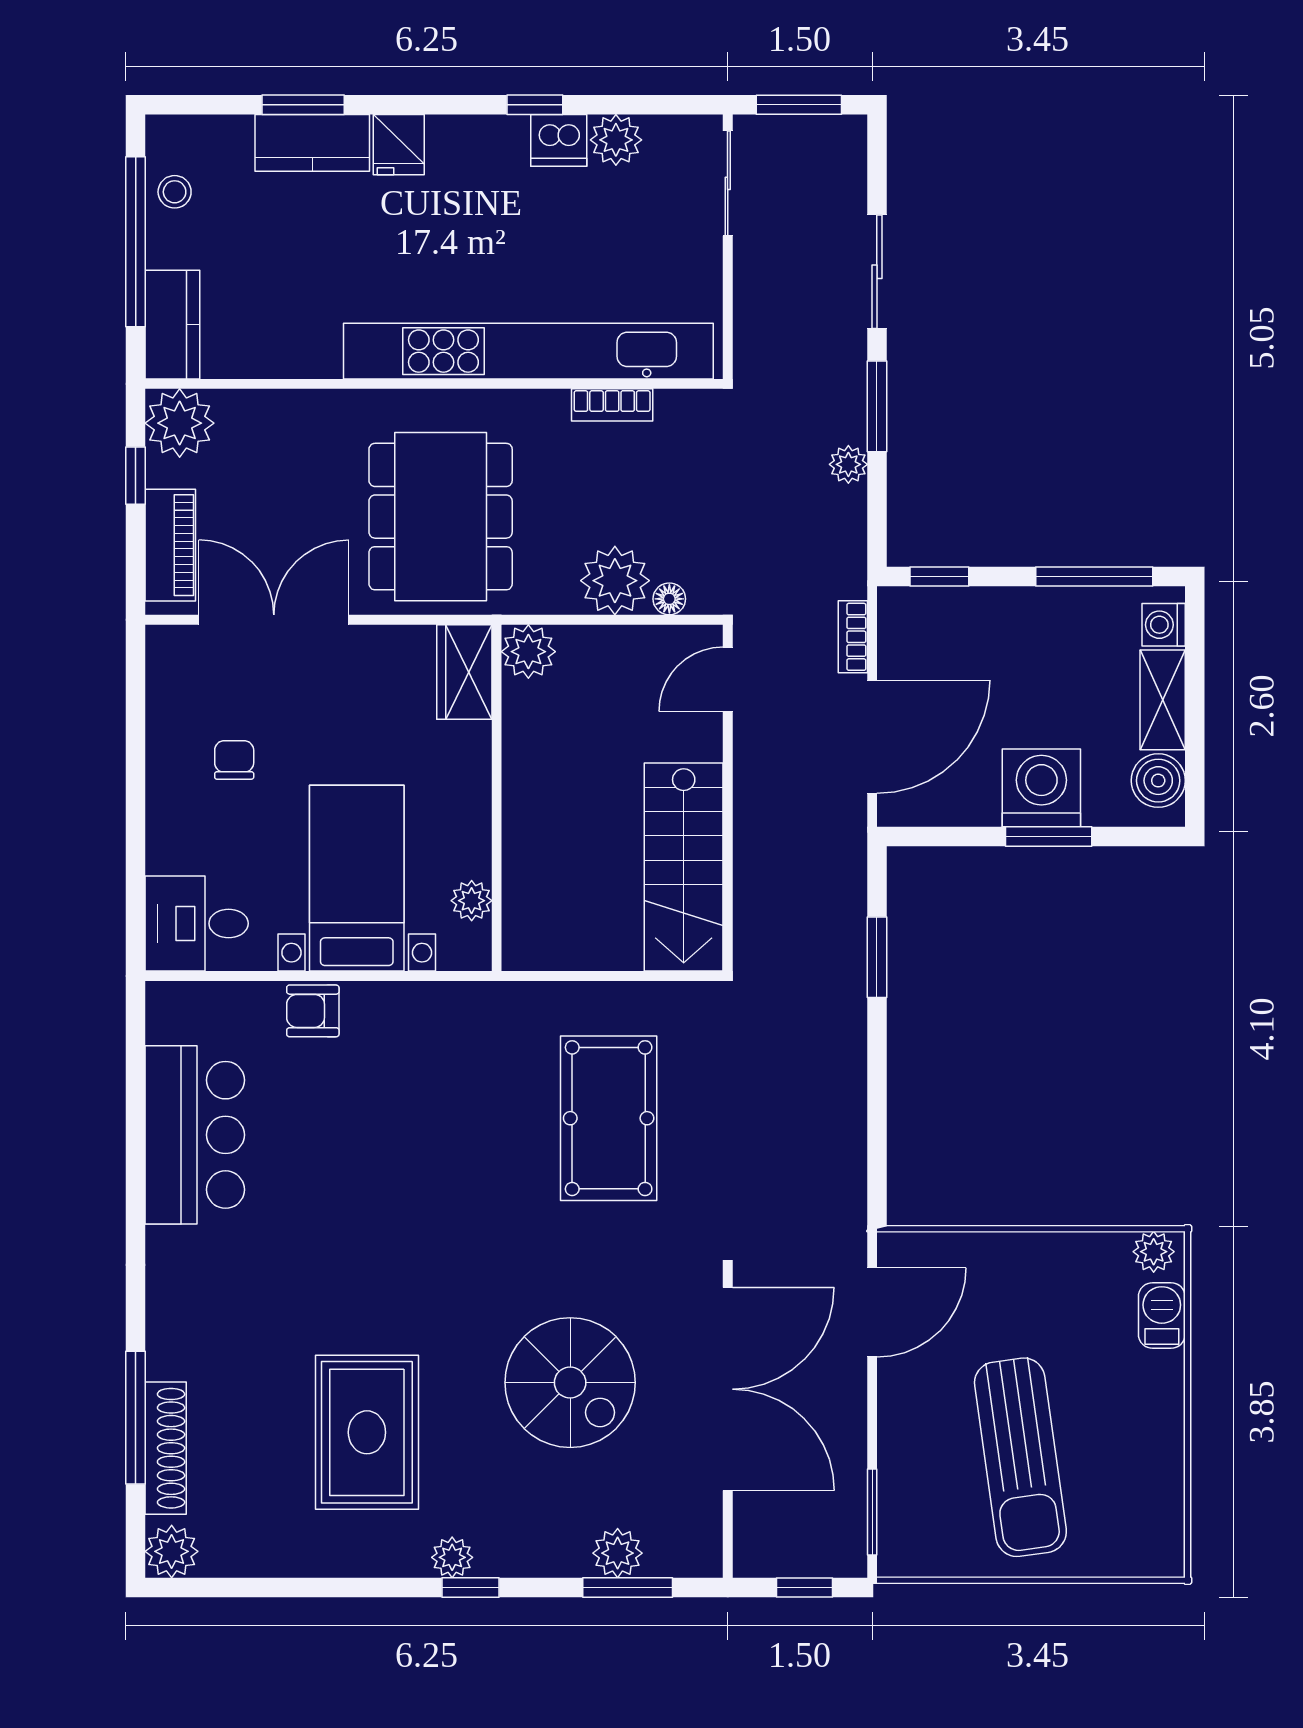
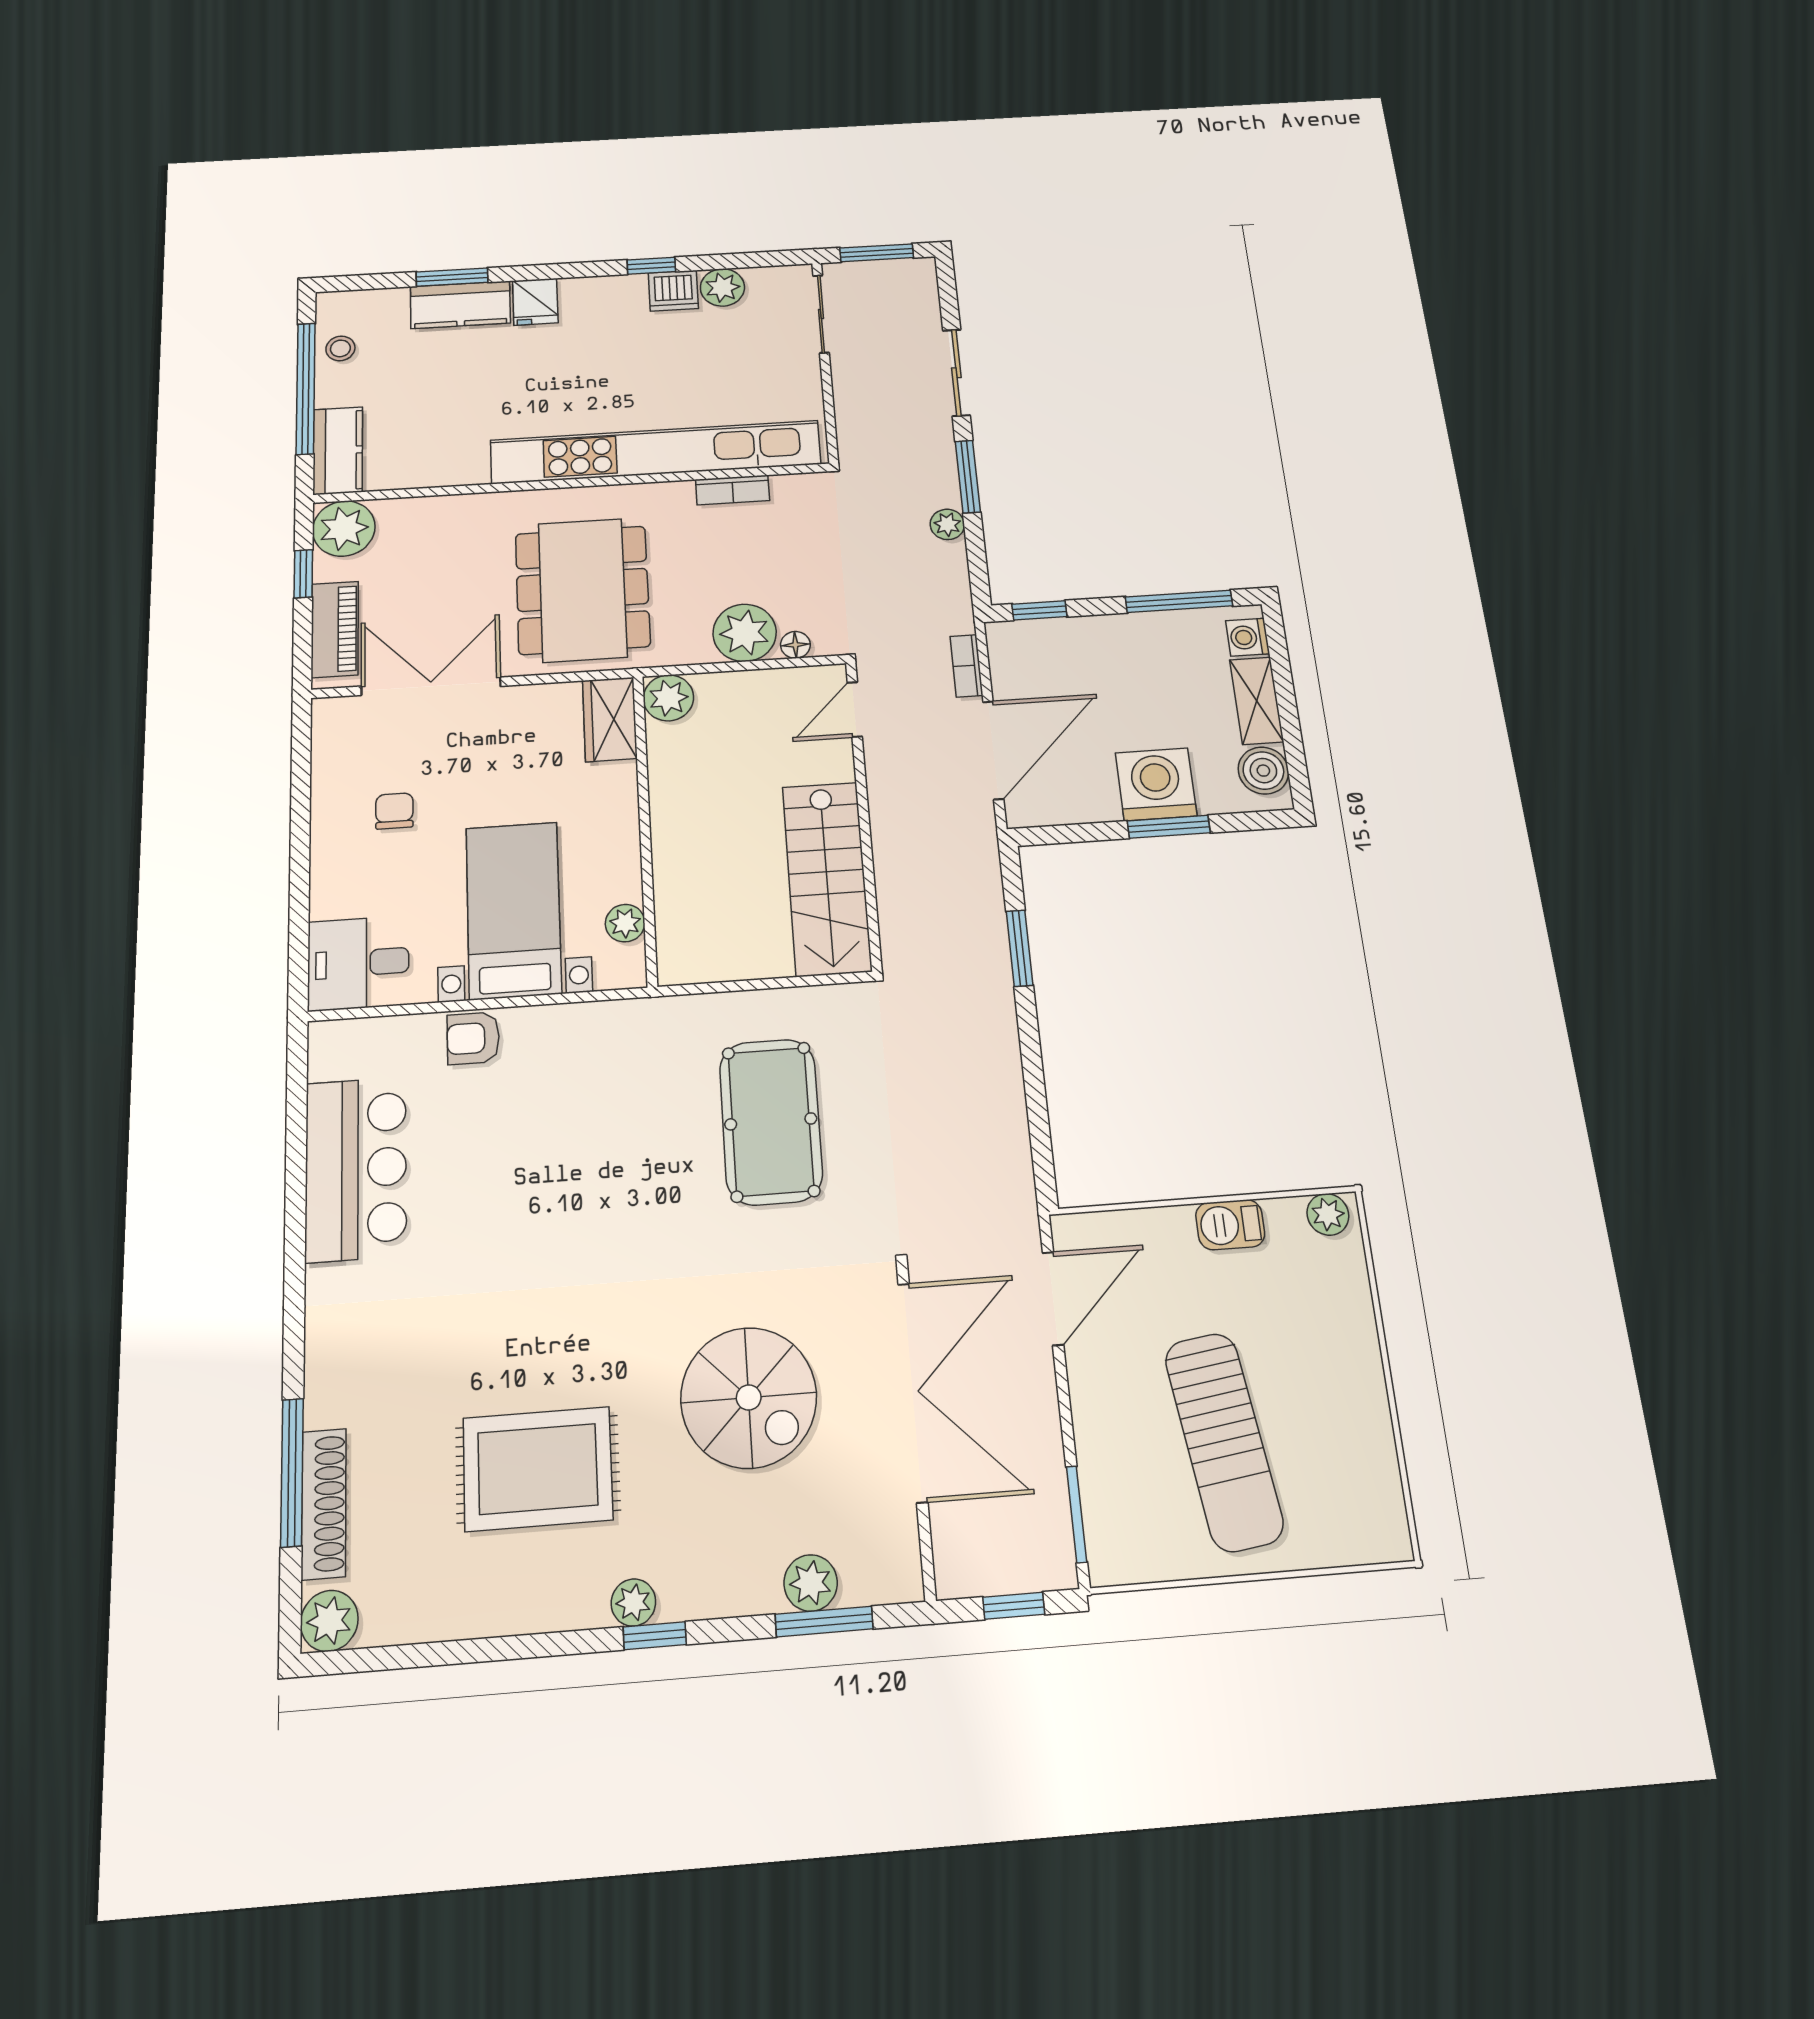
barbecue: (1162, 1315) -> (1230, 1225), moved, turned -90
rug: (367, 1432) -> (538, 1469), turned 90

